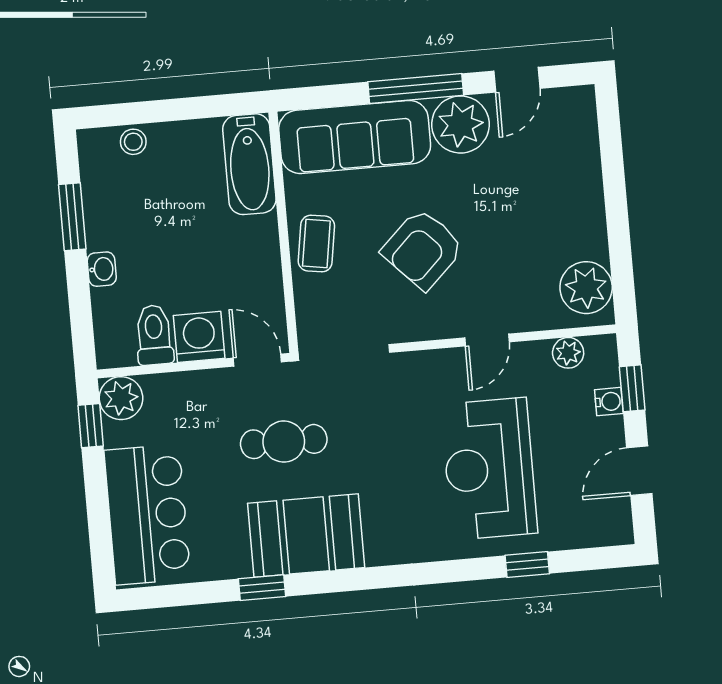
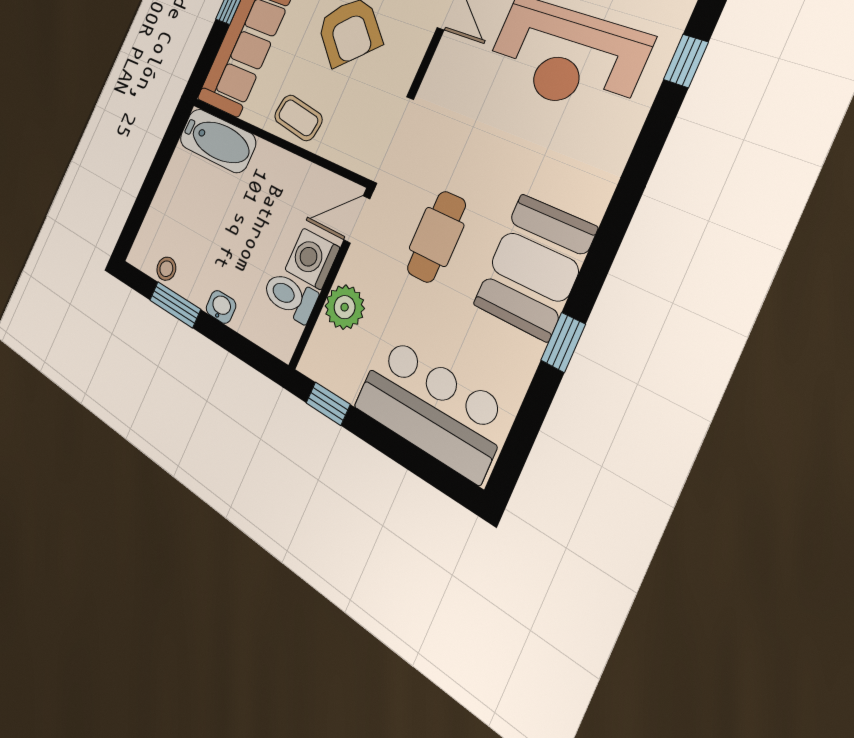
stool: (133, 142) -> (166, 269), moved
plant: (121, 398) -> (345, 307), moved

